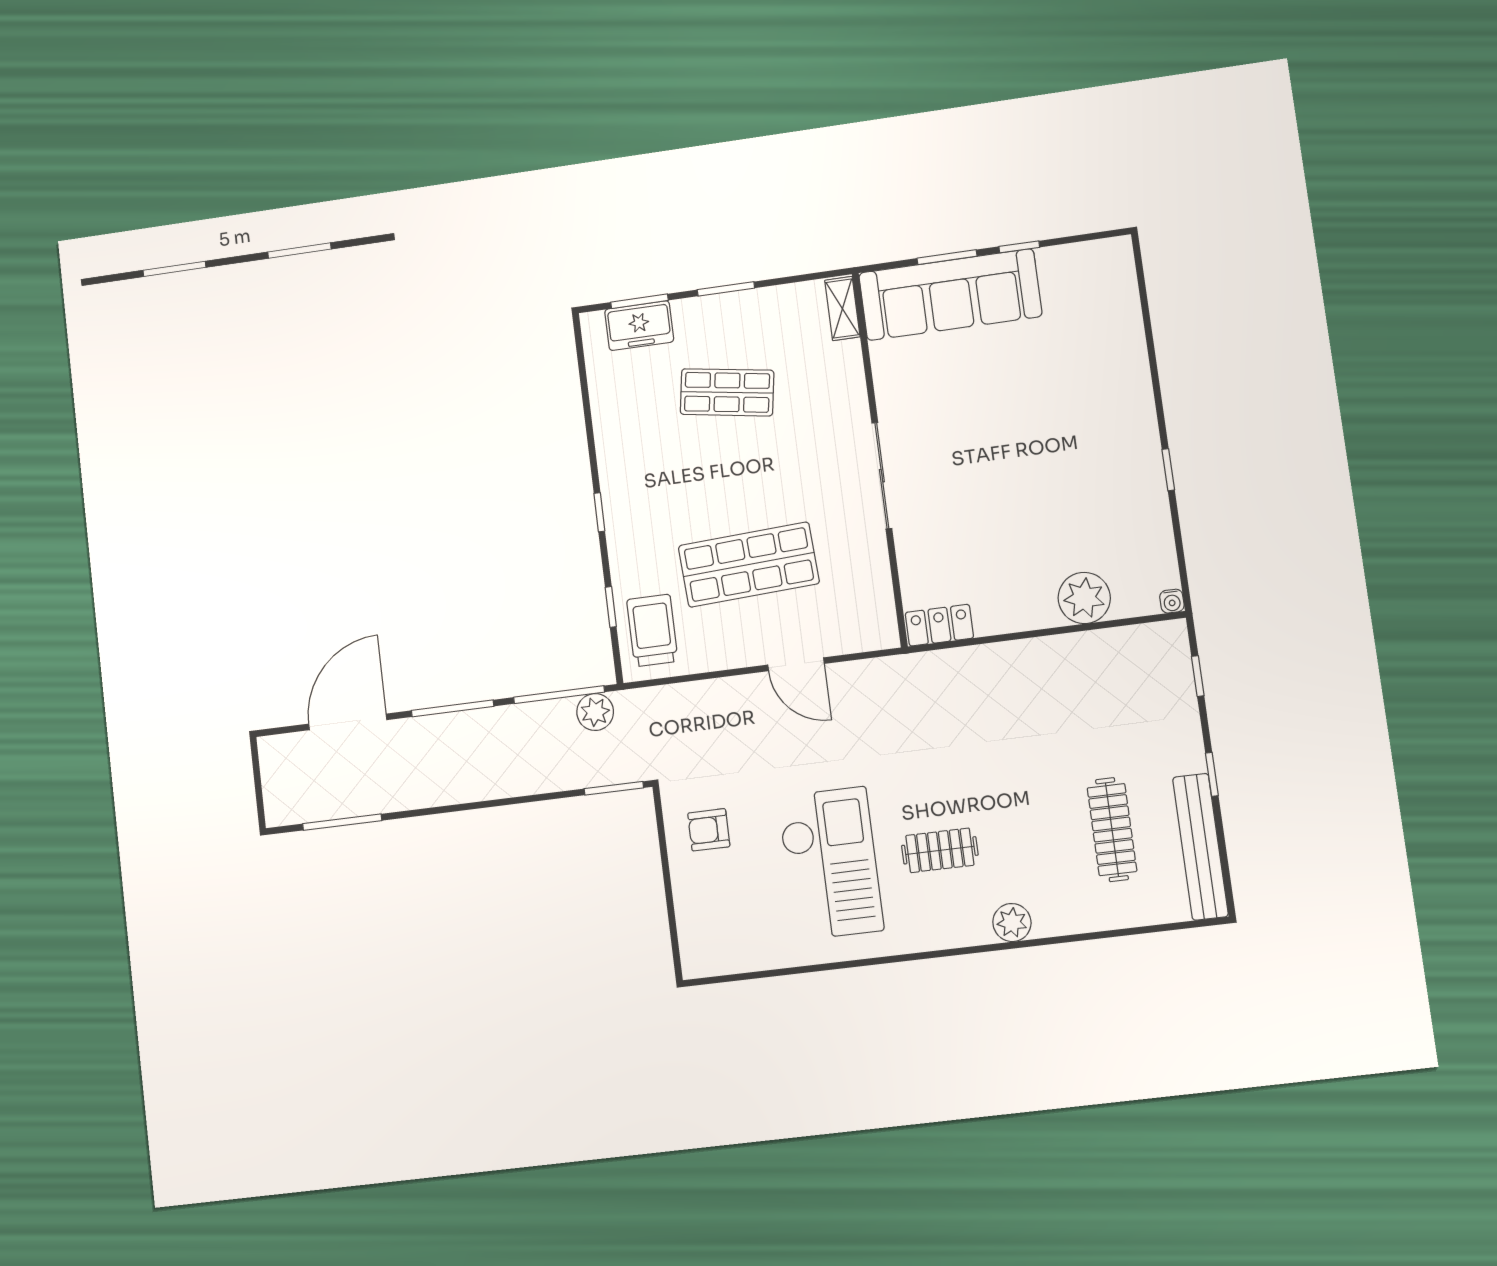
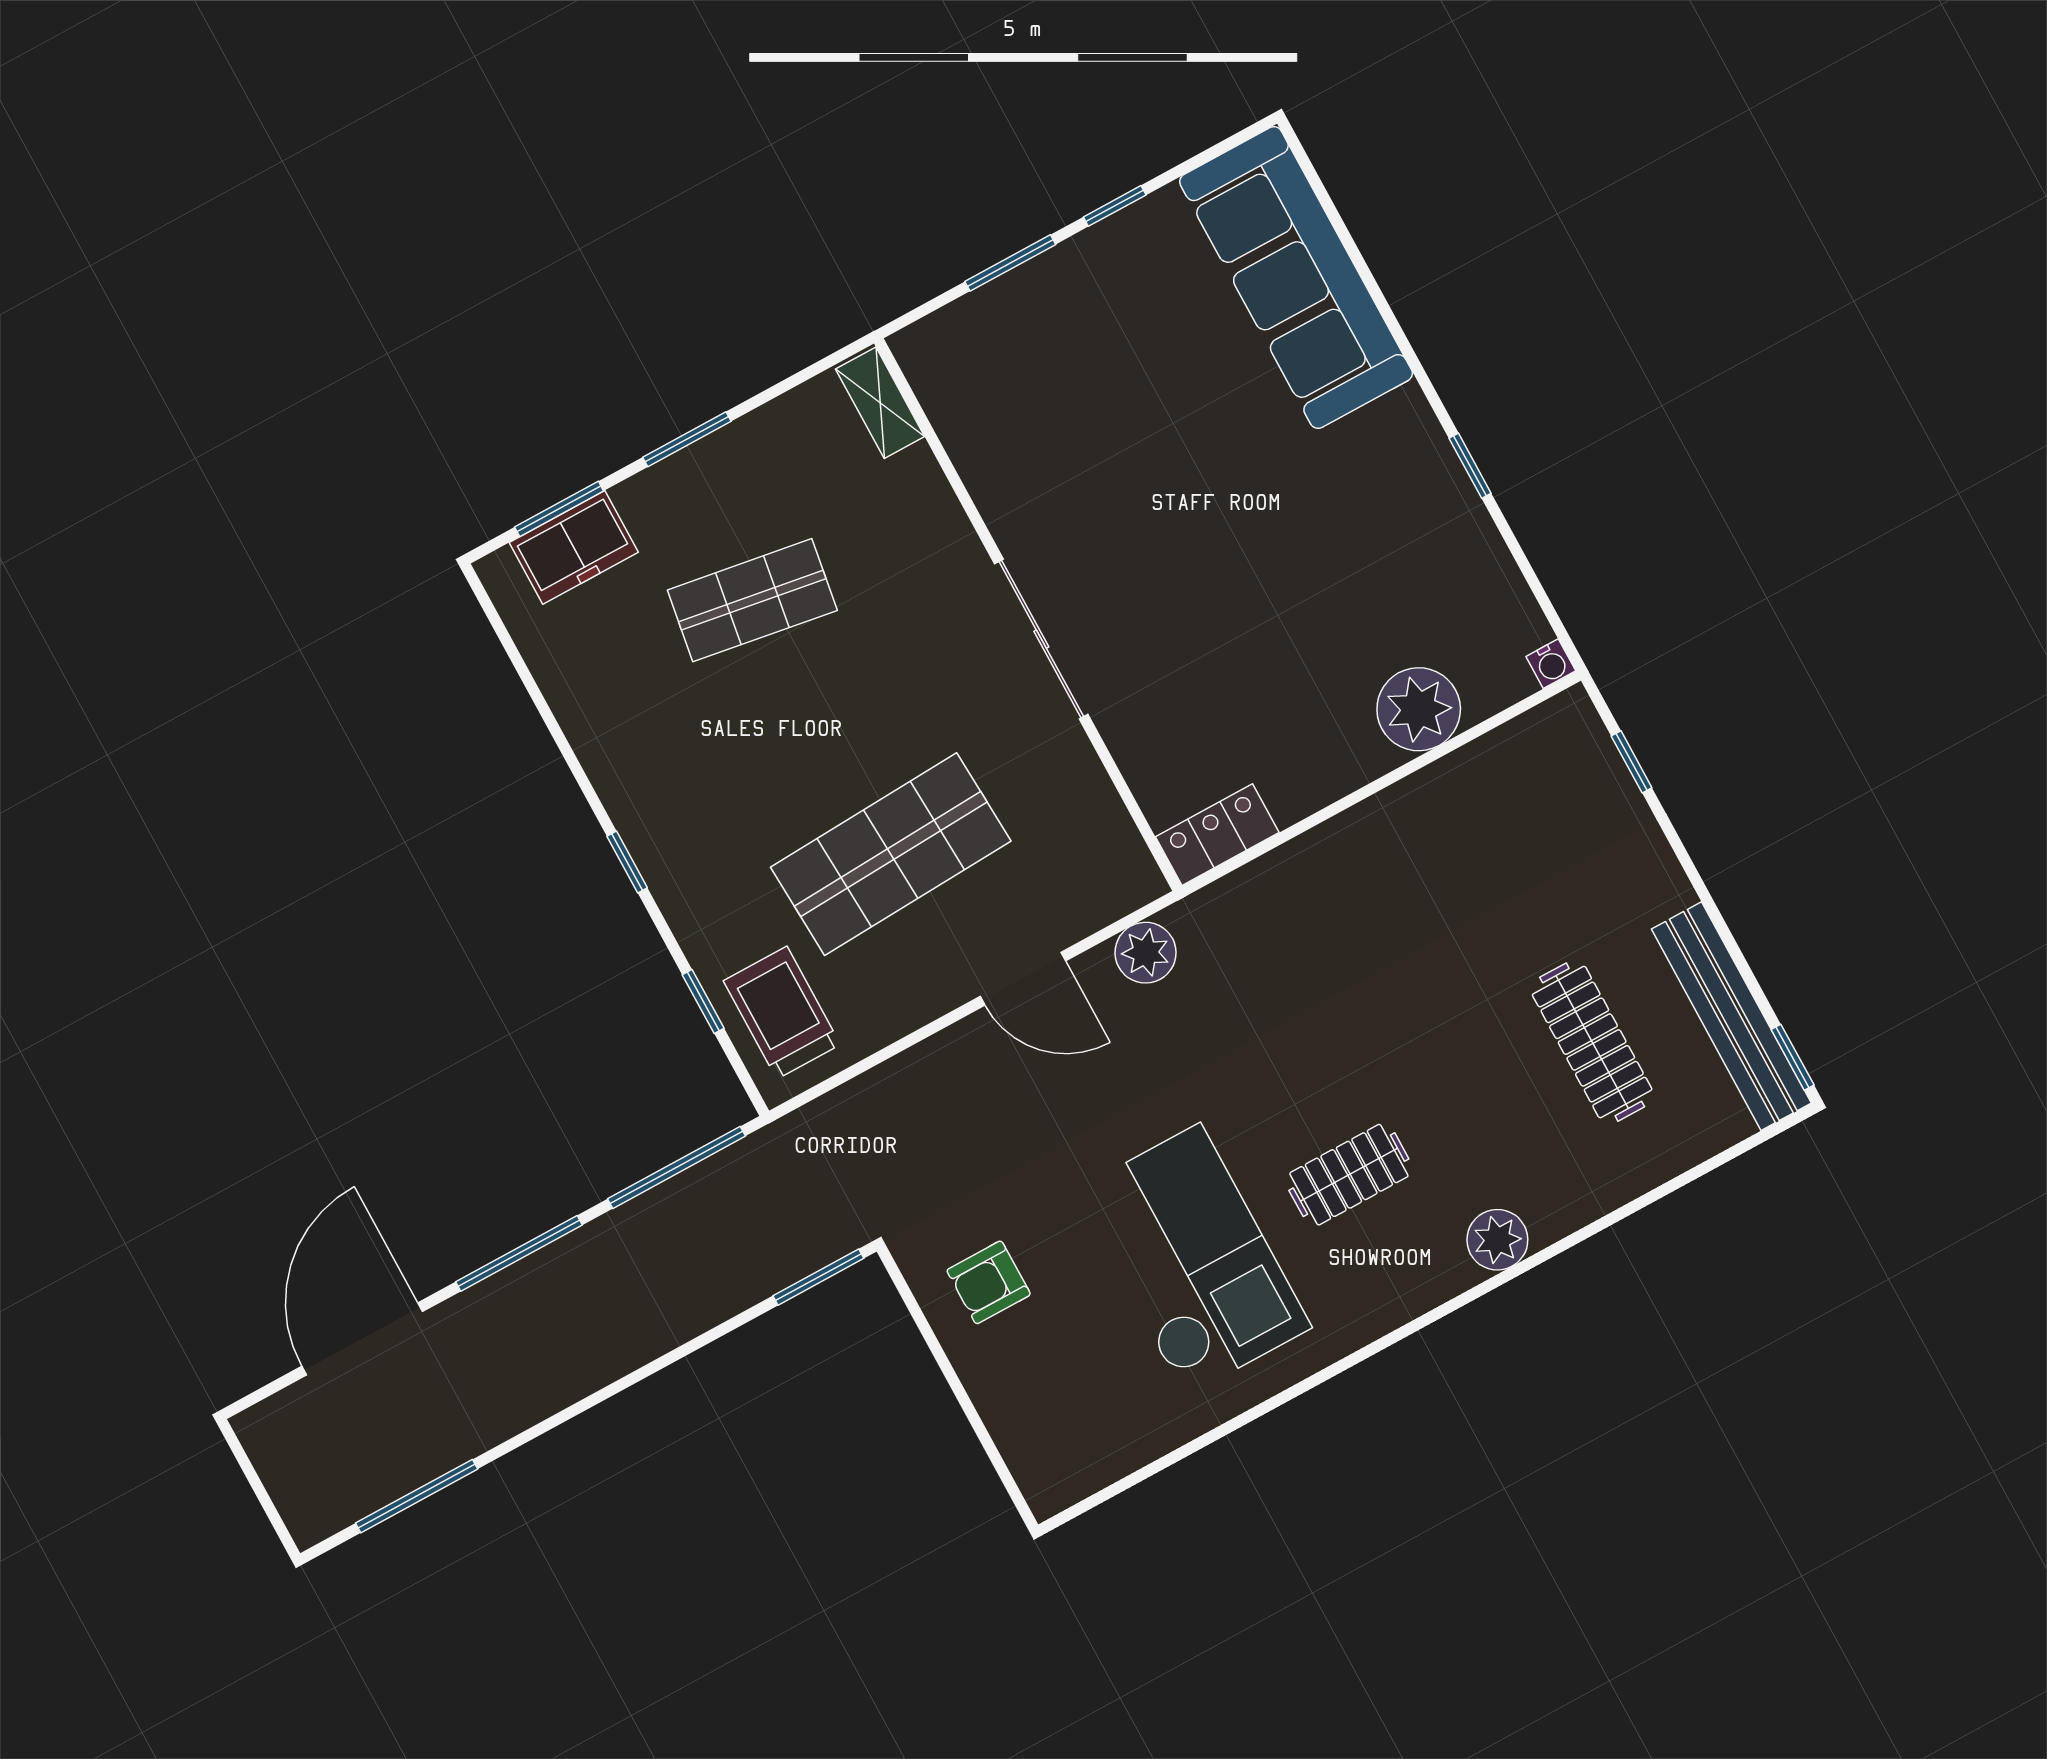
sofa: (950, 295) -> (1296, 278), moved, turned 90
plant: (595, 712) -> (1146, 953), moved
window: (1212, 774) -> (1793, 1057), moved

